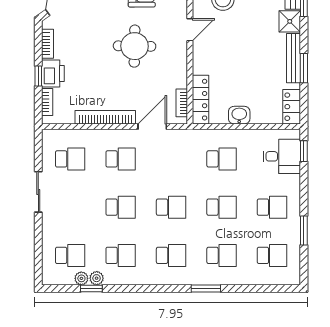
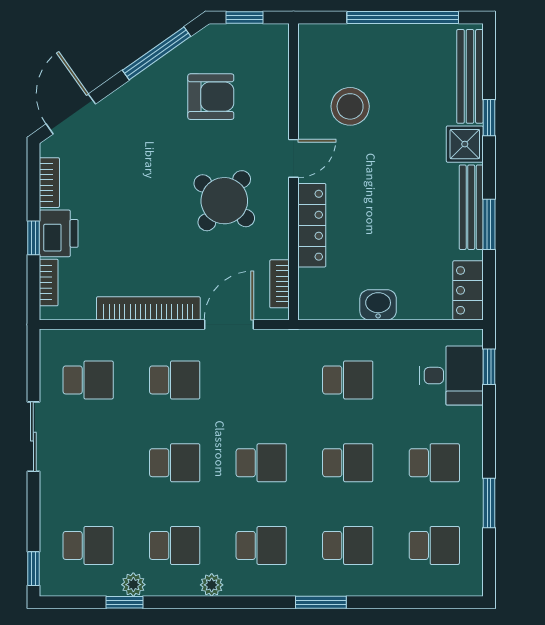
round table: (135, 46) -> (224, 201), moved, turned 38
locker: (201, 100) -> (312, 225), moved
window: (38, 269) -> (33, 569), added
plant: (81, 278) -> (212, 585), moved

